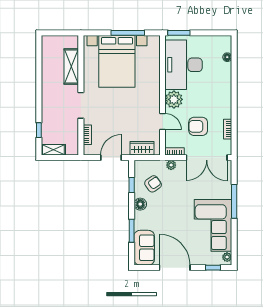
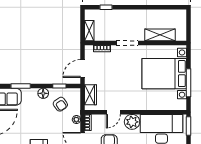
shelving: (53, 150) -> (89, 31), moved
door: (111, 158) -> (83, 69), swing flipped

